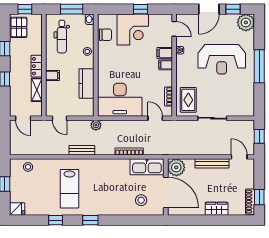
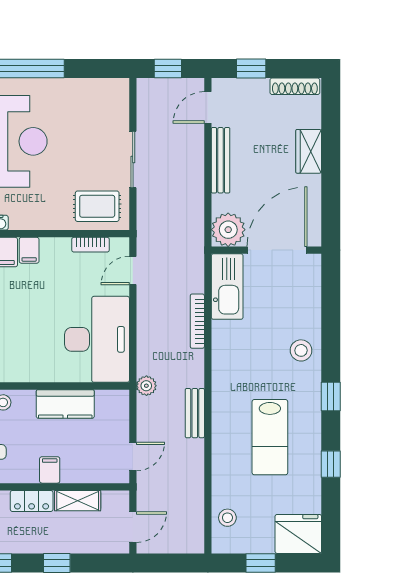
lab bench: (69, 189) -> (270, 437), turned 90
window: (259, 197) -> (251, 68), moved
stool: (141, 200) -> (301, 350), moved
fridge: (17, 209) -> (298, 534), width x1.88, depth x1.34

